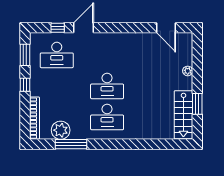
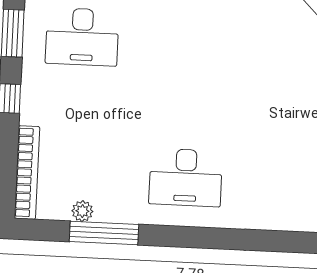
desk: (107, 86) -> (189, 110), removed
plant: (61, 130) -> (82, 211), width x0.53, depth x0.53

